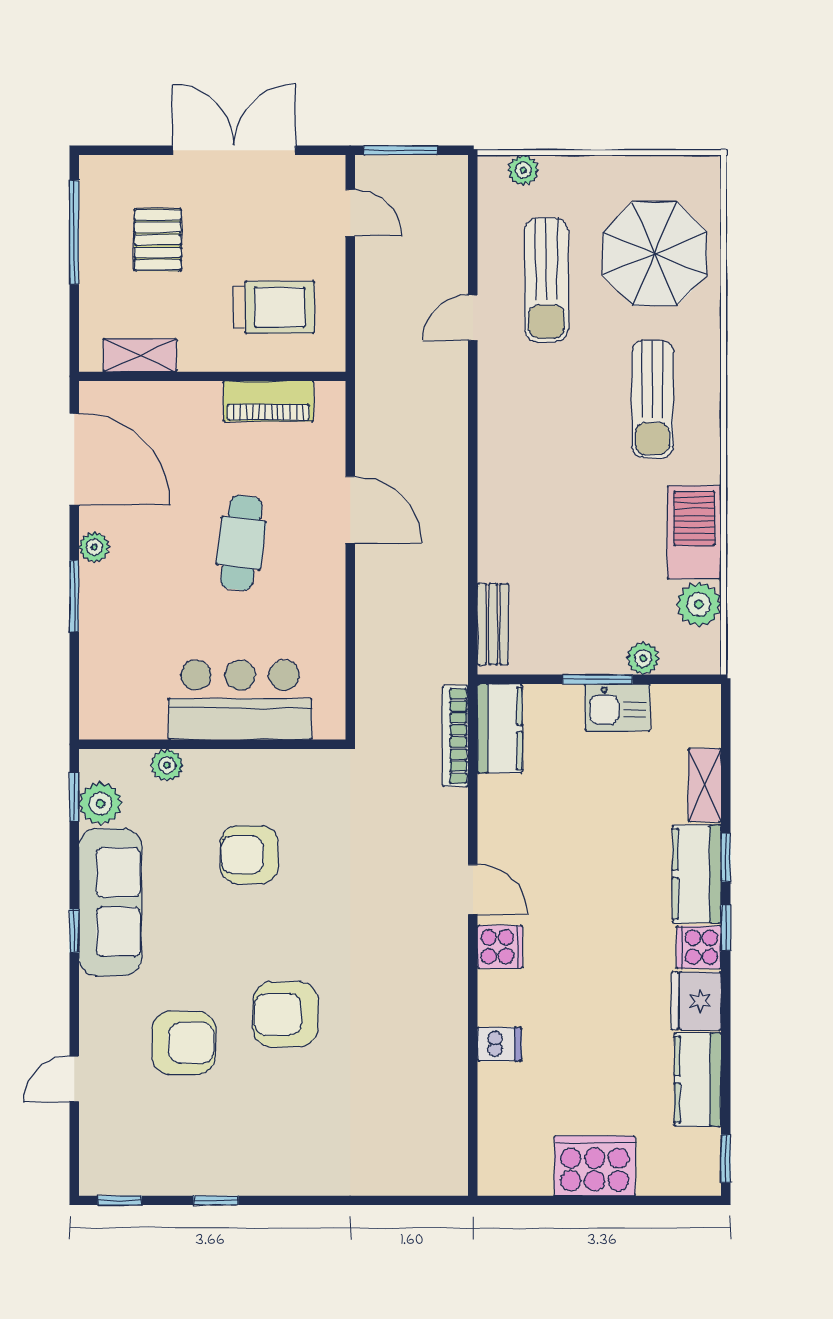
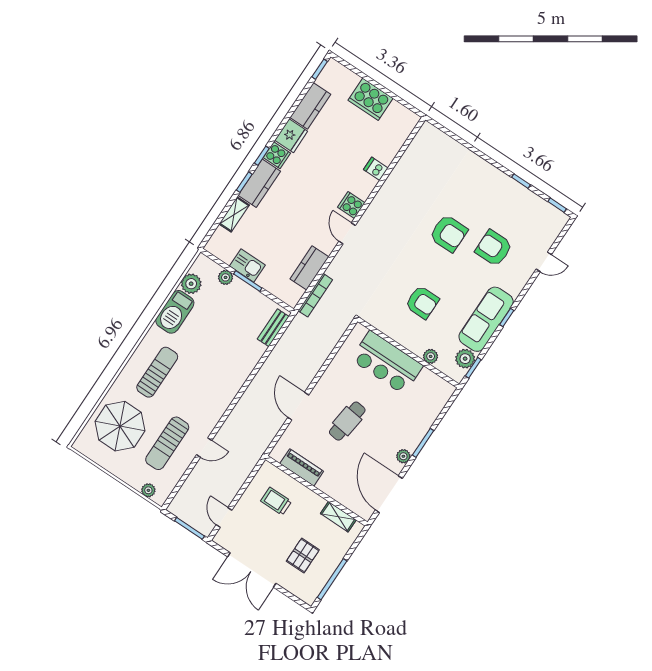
sun lounger: (546, 280) -> (167, 443), turned 180
trolley: (274, 307) -> (276, 501), width x0.73, depth x0.72
kitchen counter: (500, 728) -> (309, 268), moved

